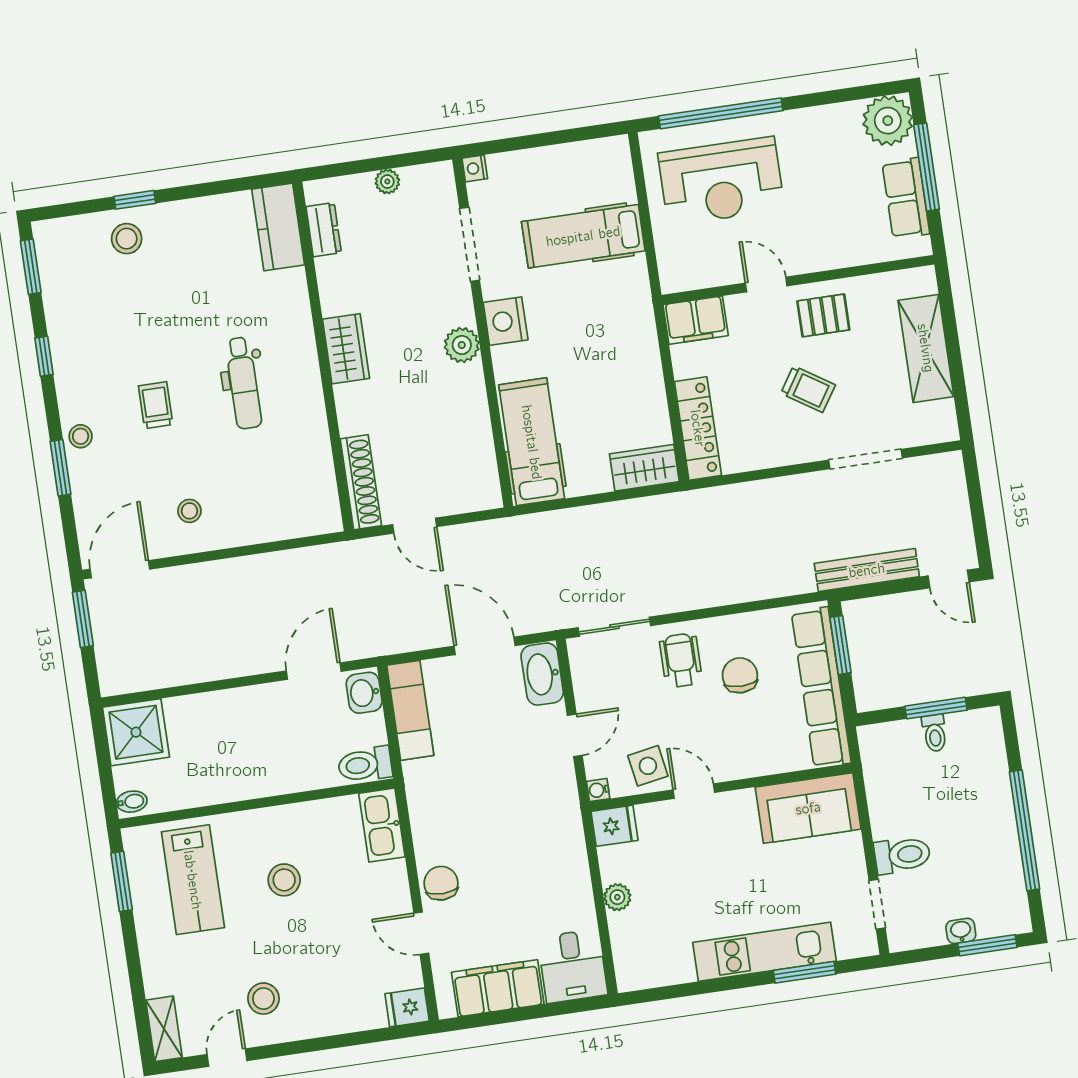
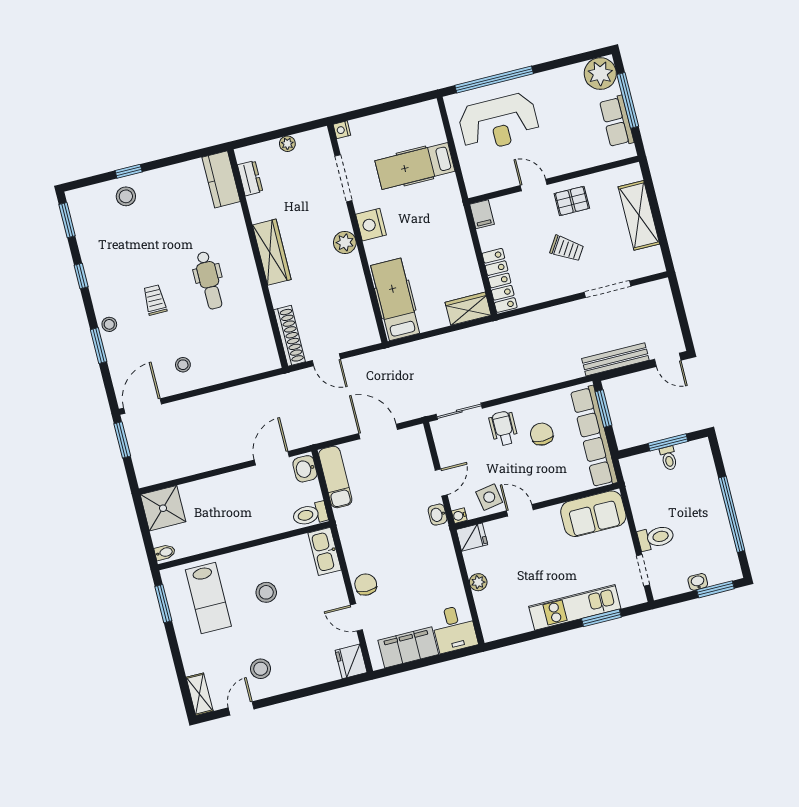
filing cabinet: (696, 320) -> (482, 214), width x0.50
wardrobe: (346, 349) -> (272, 252), width x1.50
washbasin: (542, 674) -> (438, 515), moved, width x0.52, depth x0.69
fridge: (407, 1007) -> (351, 661), width x1.38

